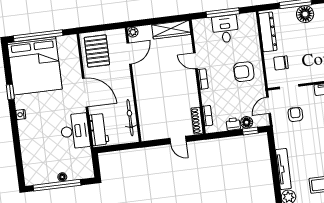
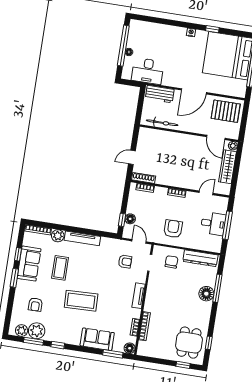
wardrobe: (171, 30) -> (228, 167), moved
door: (195, 61) -> (206, 193), moved
printer: (233, 124) -> (132, 207), removed
desk: (75, 131) -> (148, 71), moved

